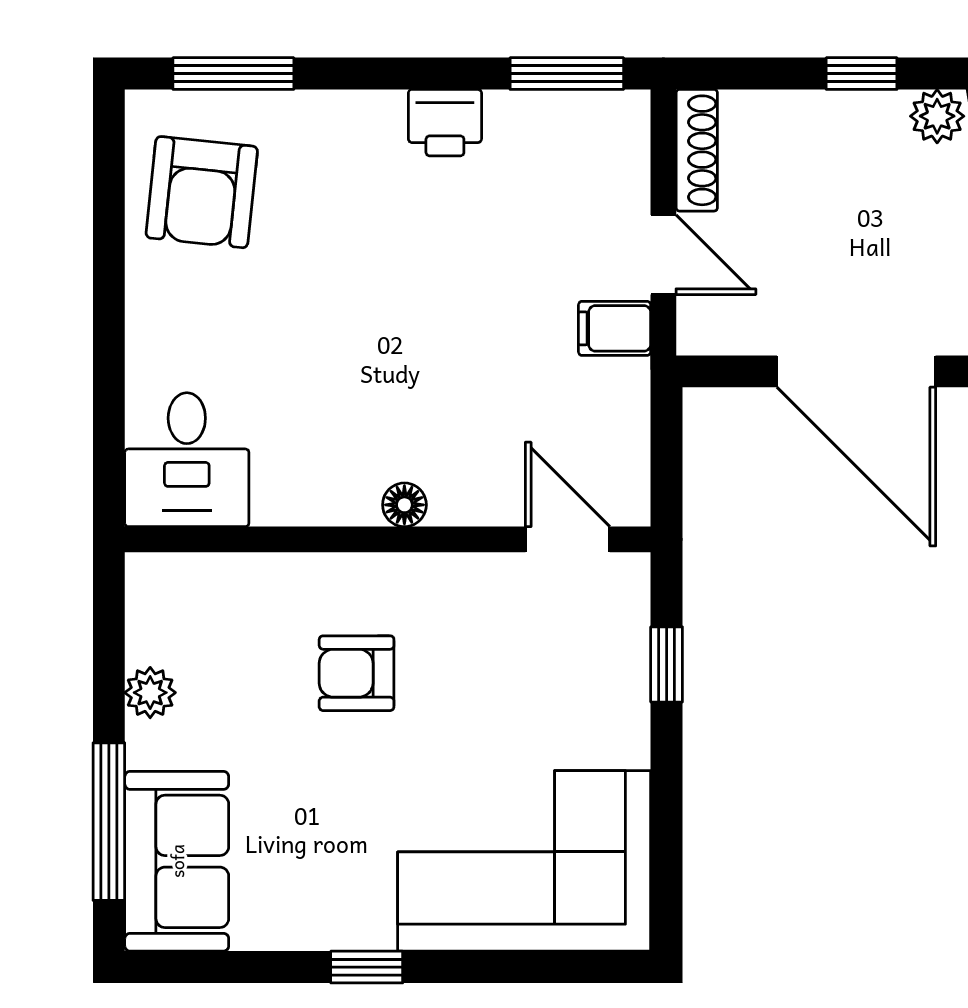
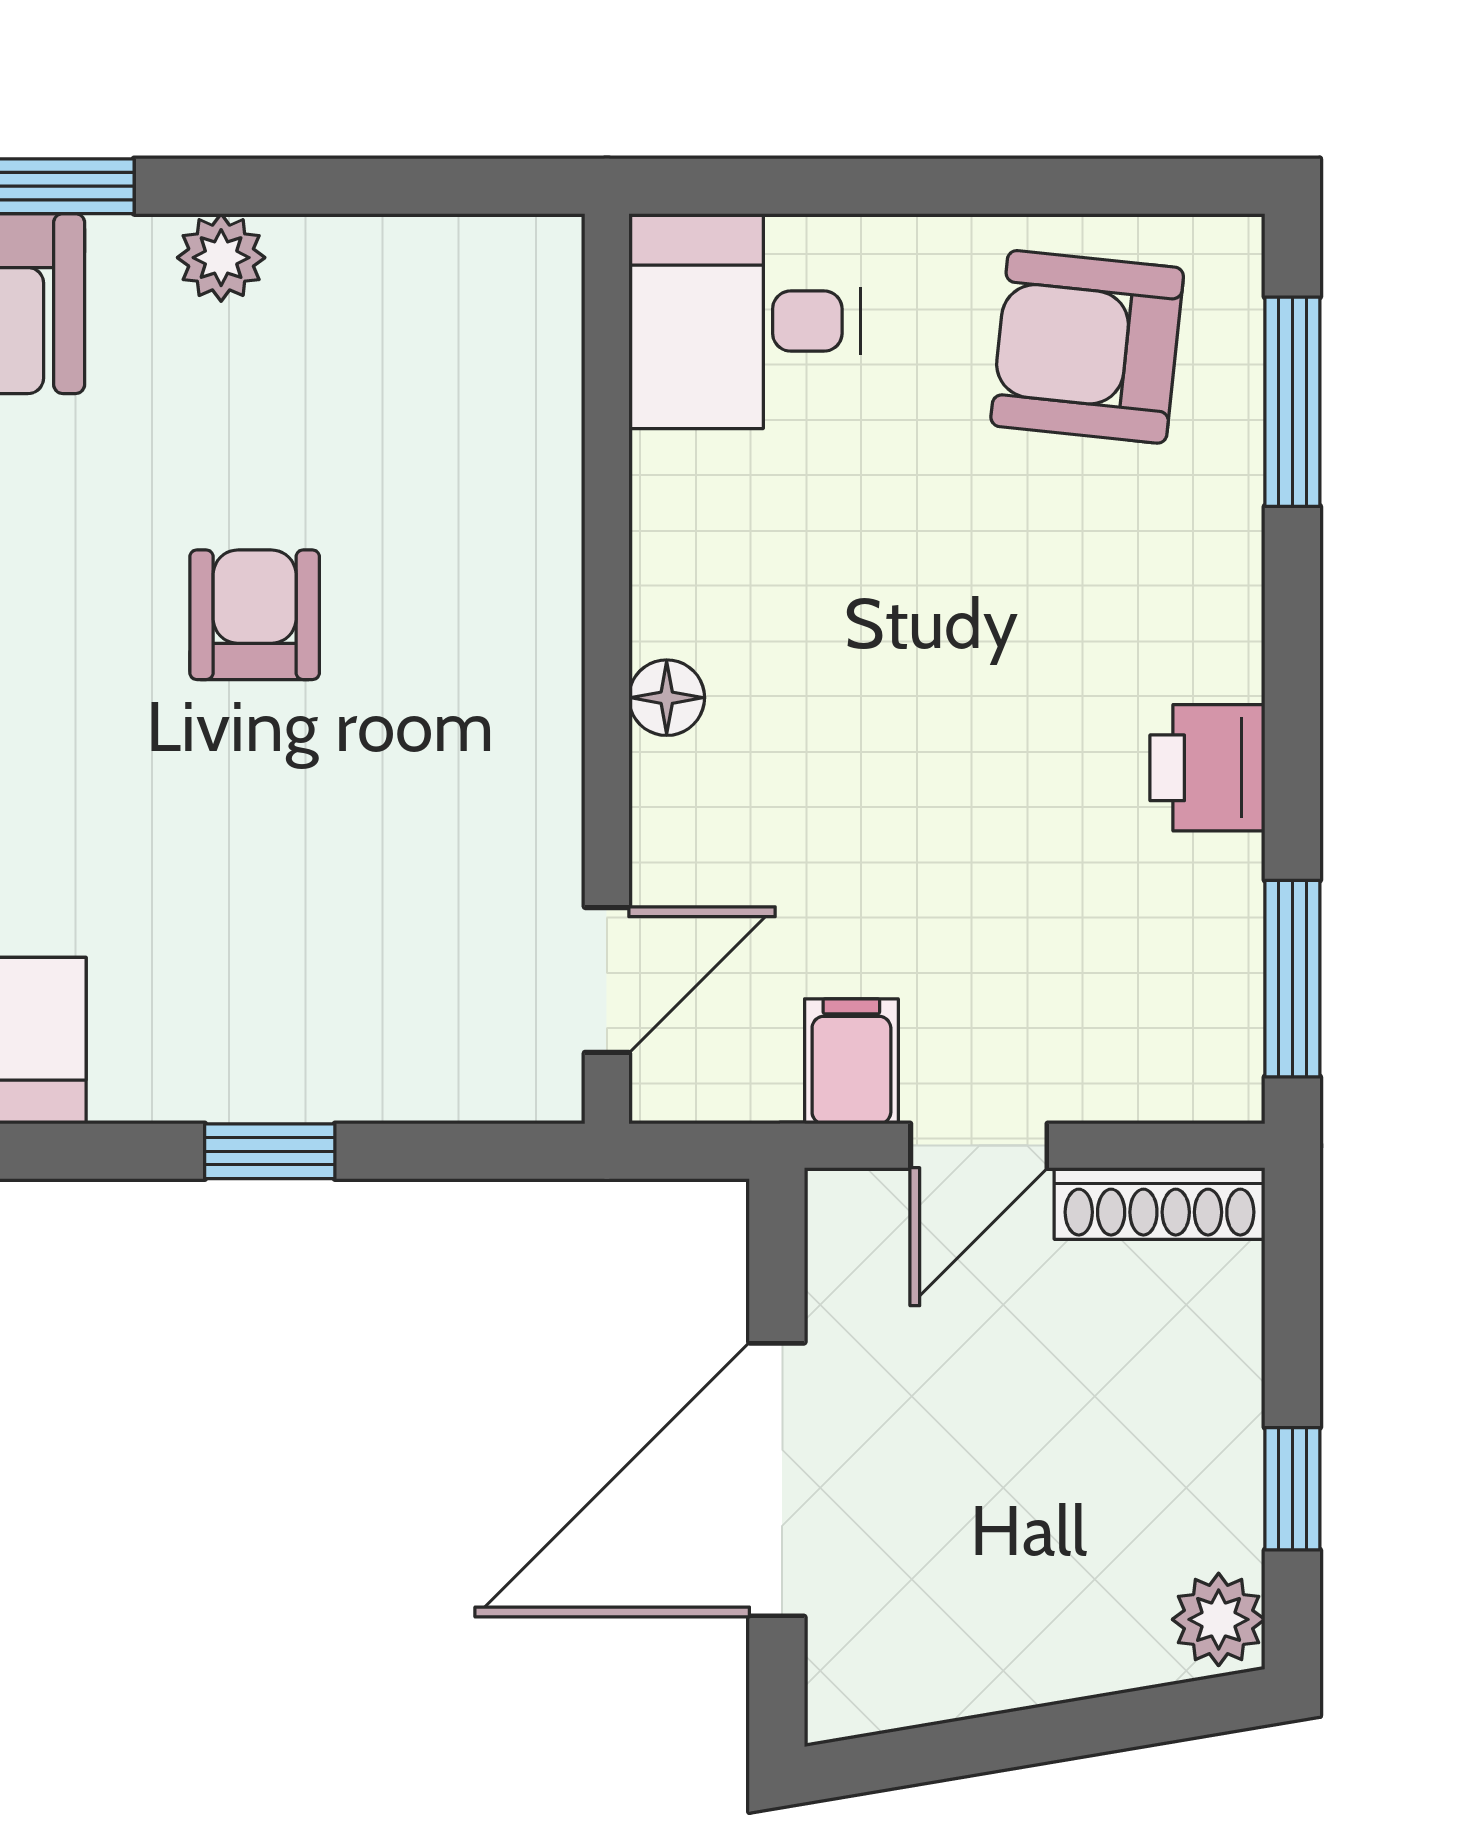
desk: (187, 460) -> (745, 321), moved
floor lamp: (404, 505) -> (667, 698), moved
wall: (388, 539) -> (607, 669), moved
door: (568, 539) -> (607, 980), moved

